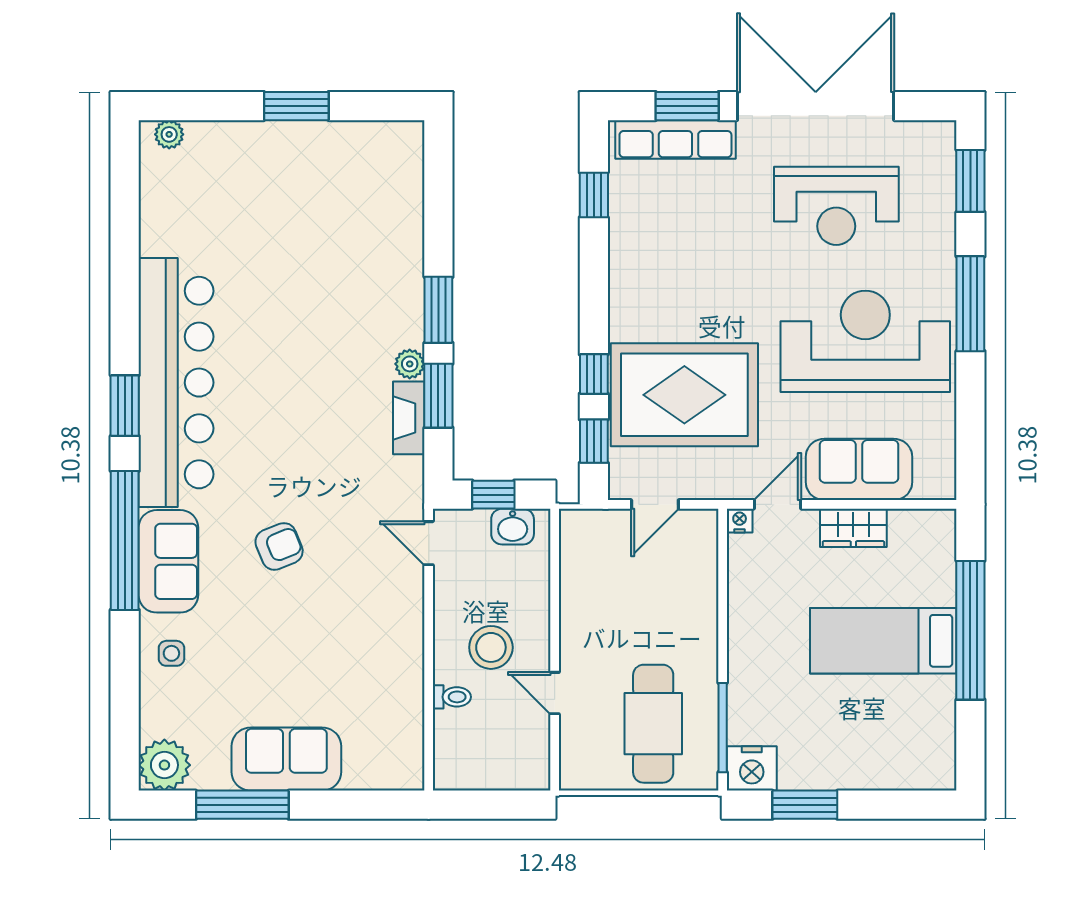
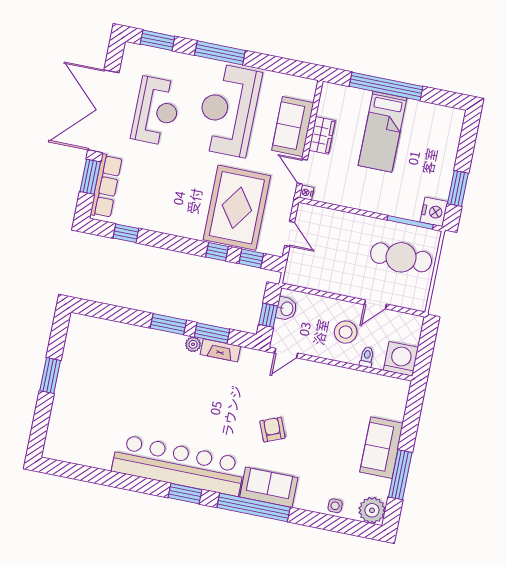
plant: (169, 134) -> (51, 443), removed
side table: (171, 653) -> (335, 506), moved
washing machine: (461, 762) -> (401, 359), added

